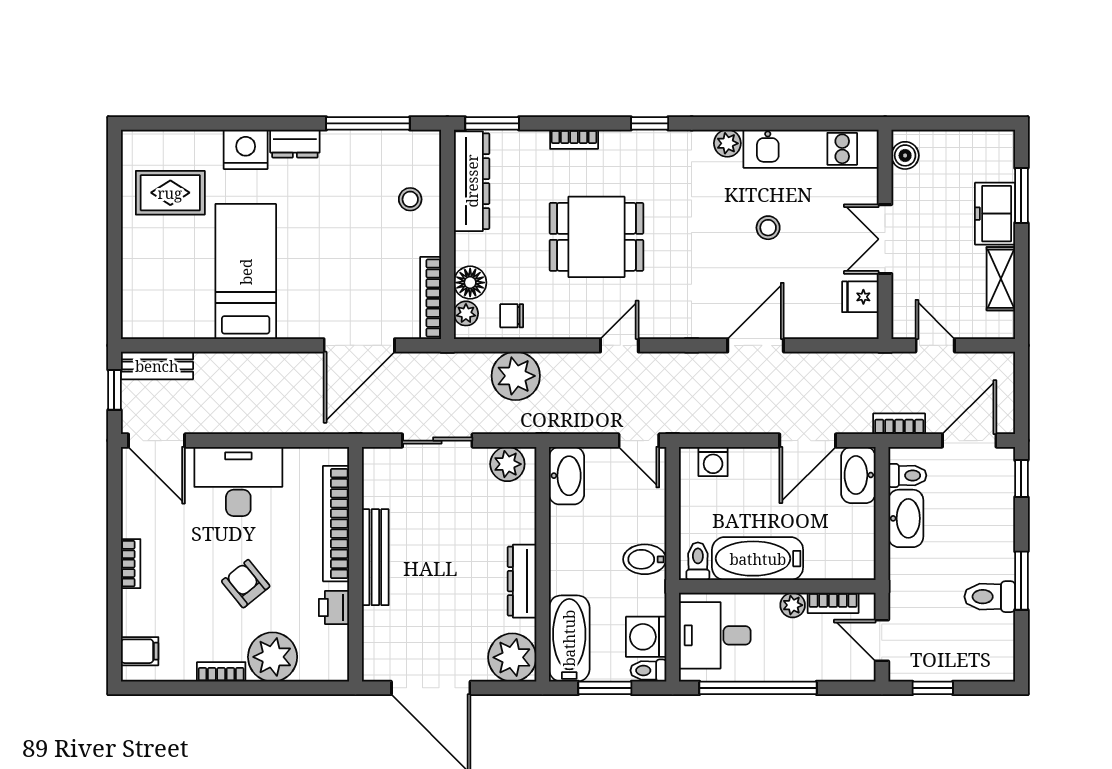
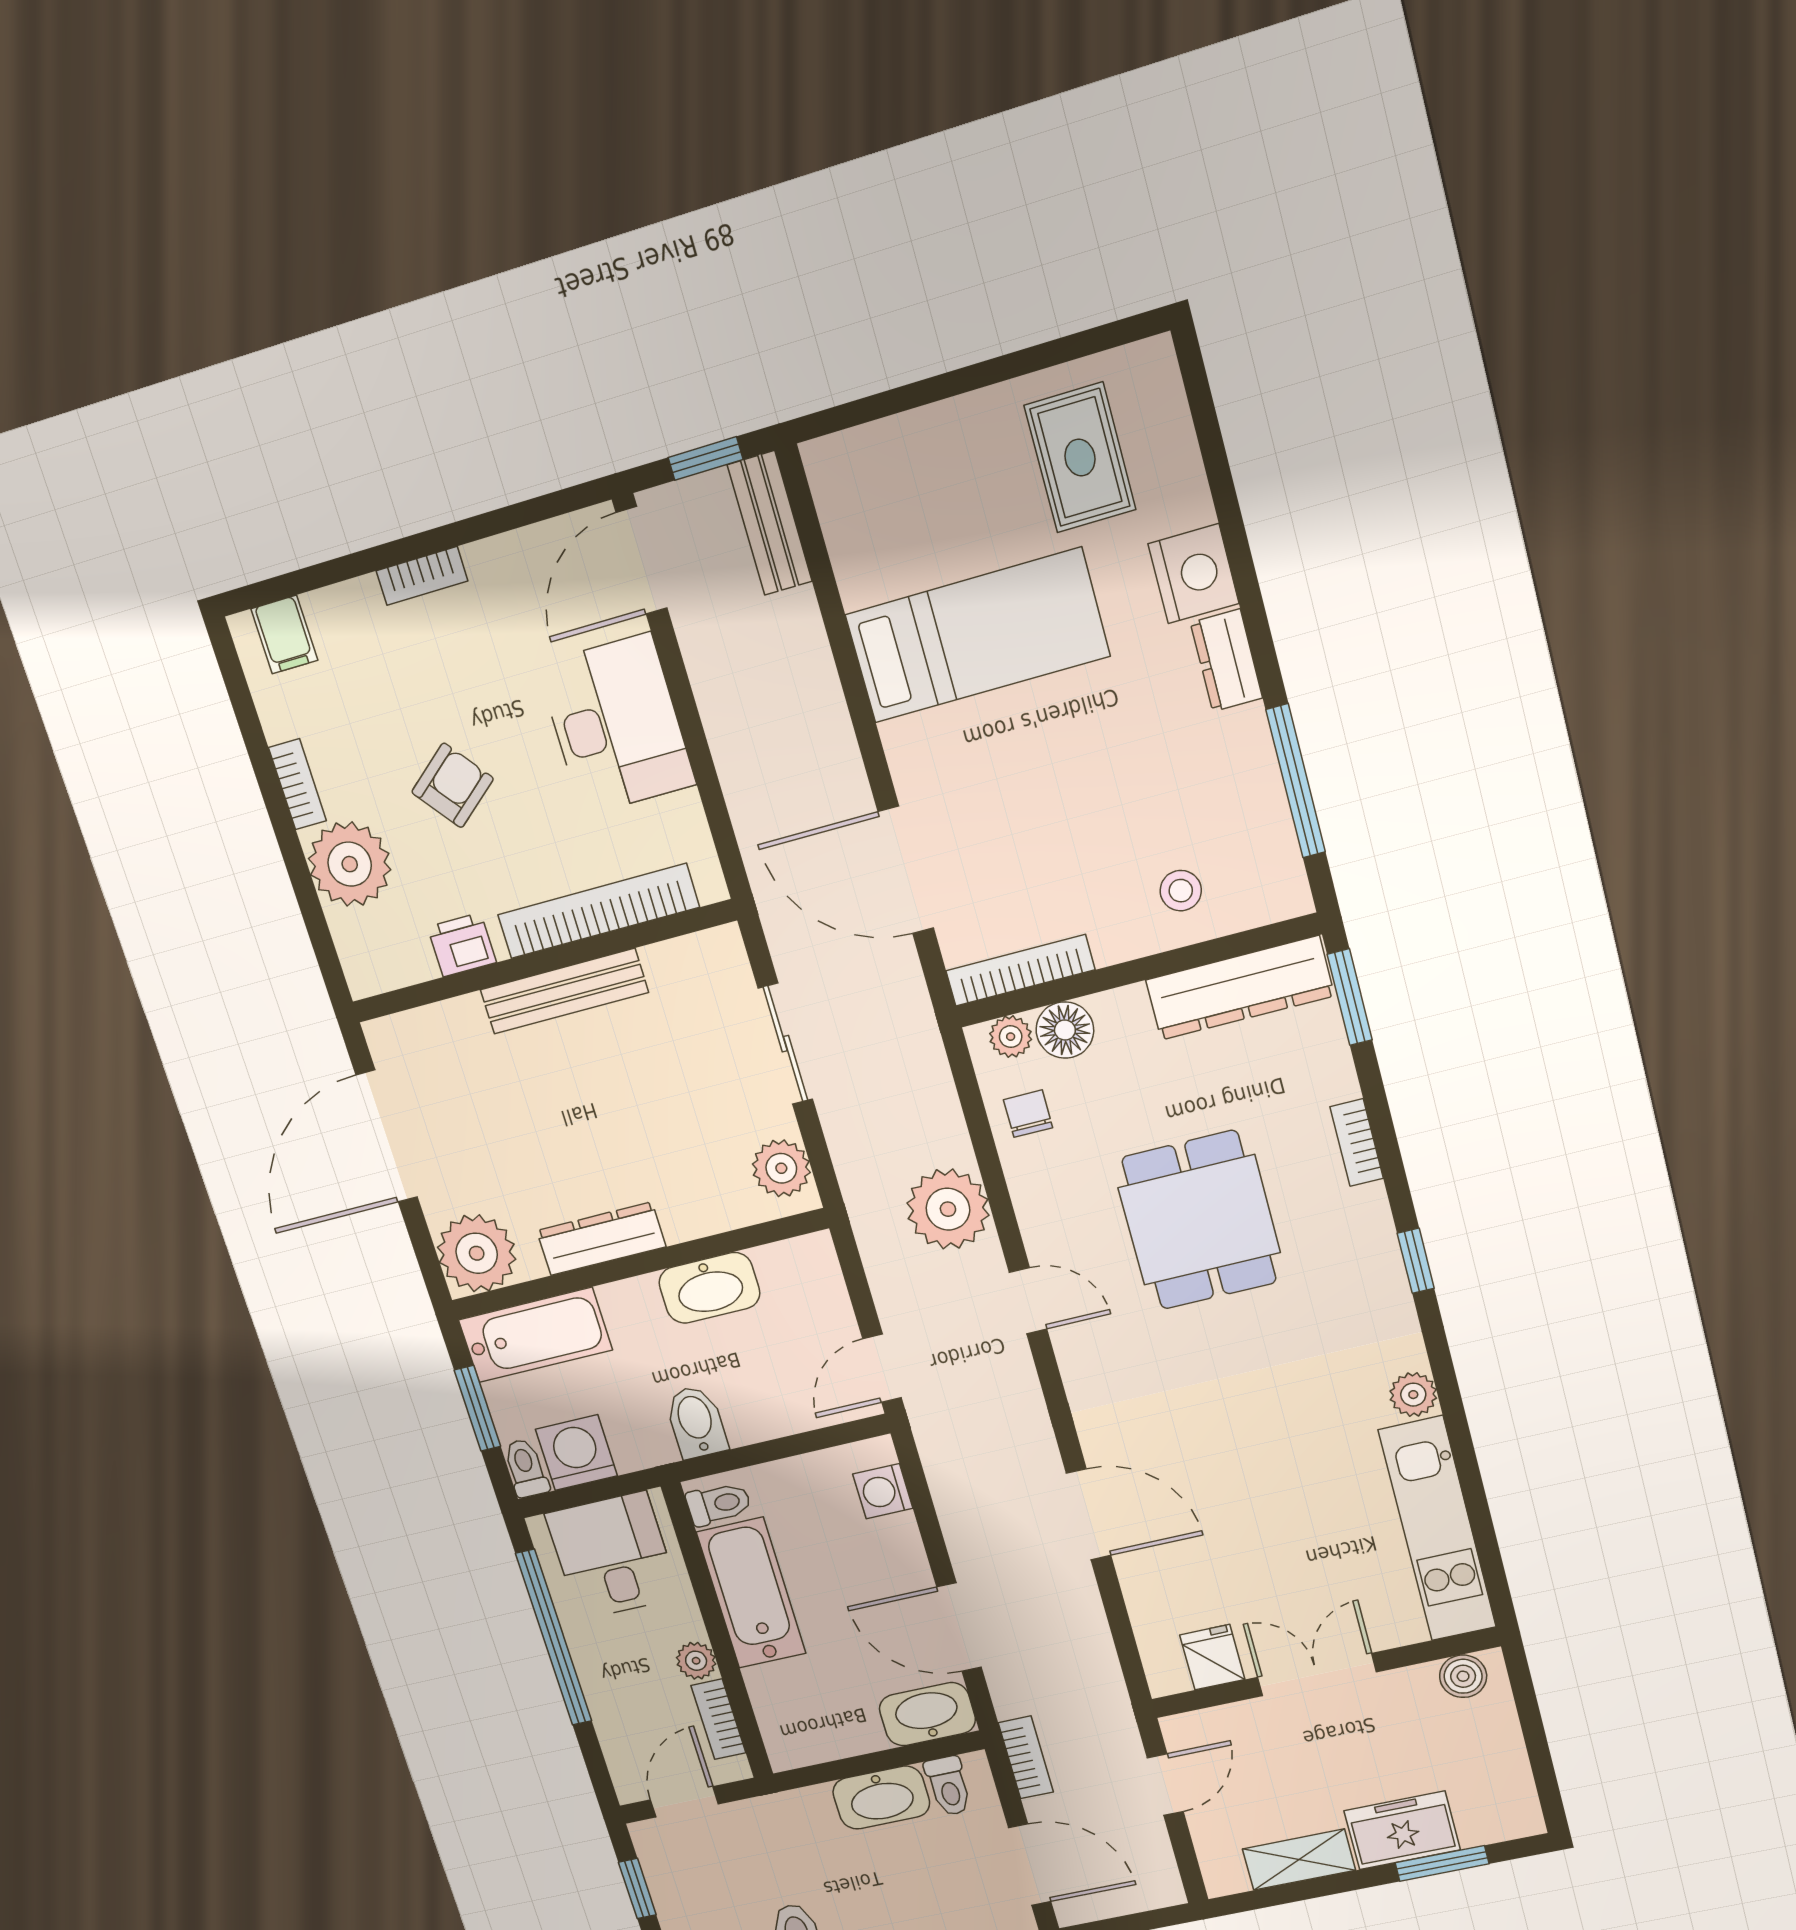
stool: (768, 228) -> (1288, 1491), removed
plant: (516, 376) -> (948, 1209), moved
washbasin: (567, 476) -> (709, 1288), moved

